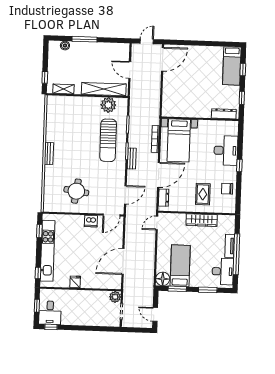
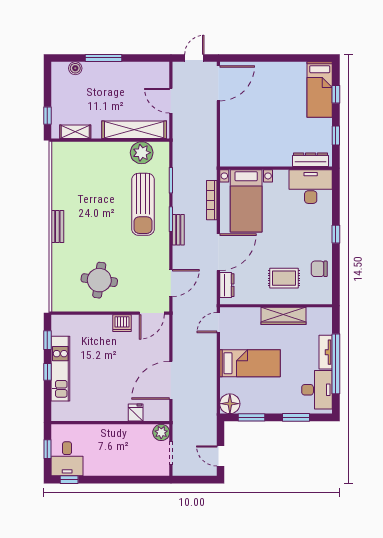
desk: (226, 151) -> (311, 187), moved, turned -90
rug: (203, 194) -> (284, 278), turned 90
kitchen unit: (48, 251) -> (60, 369), width x0.73
bed: (180, 266) -> (250, 363), moved, turned 90
window: (38, 273) -> (47, 372), moved
fridge: (75, 282) -> (136, 413), moved

